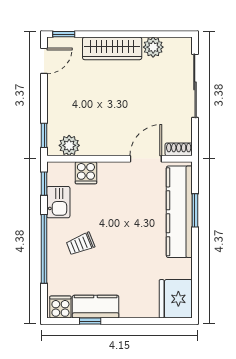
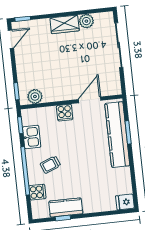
wardrobe: (112, 48) -> (65, 24), width x0.67
shoe rack: (179, 149) -> (112, 91), removed
cooker: (86, 173) -> (65, 113), moved
fridge: (176, 299) -> (125, 202), width x0.53, depth x0.75
cooker: (60, 307) -> (37, 192), moved, turned 90

